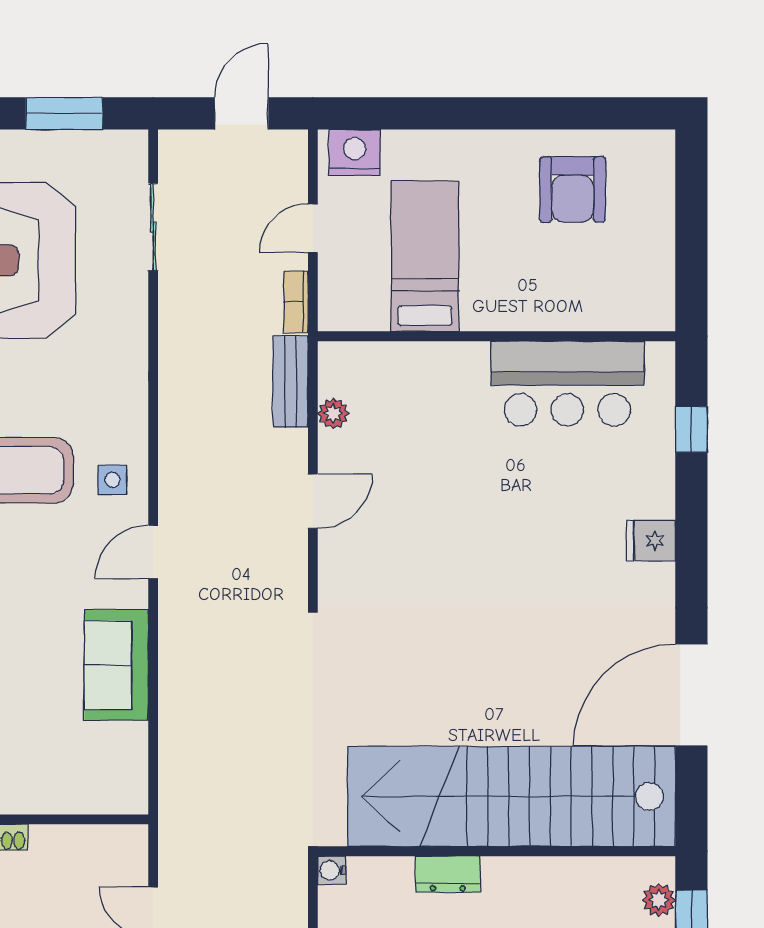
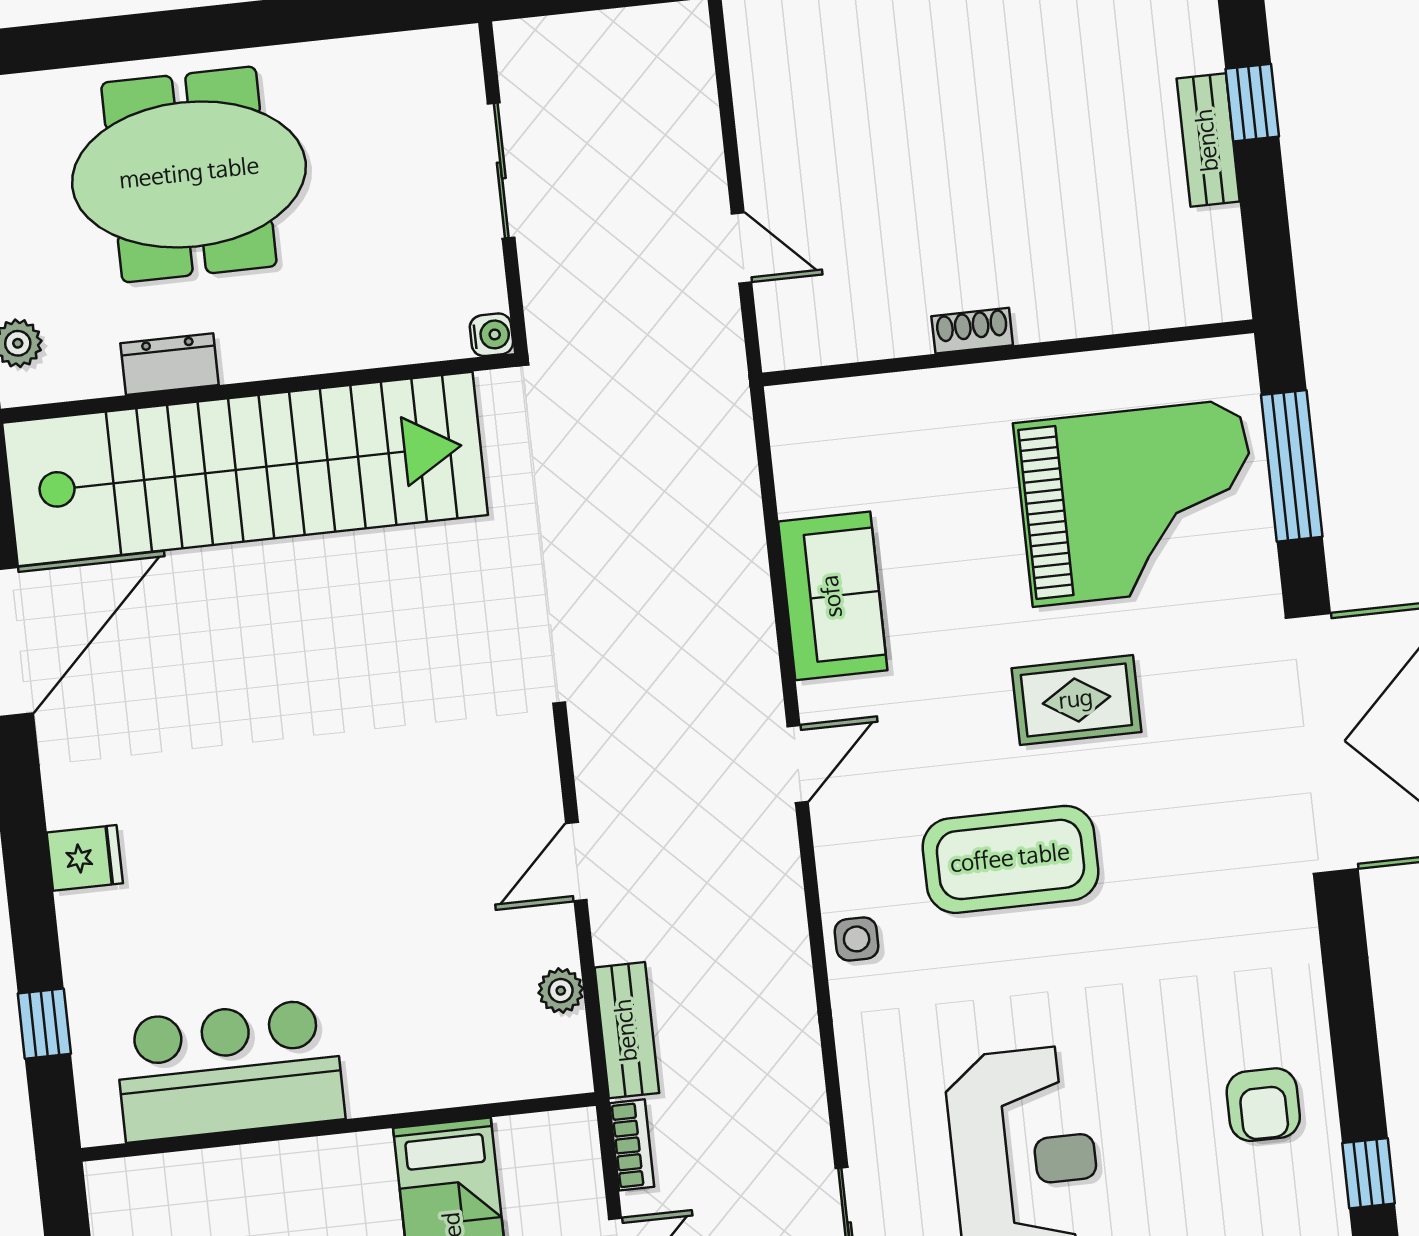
side table: (112, 480) -> (857, 939), moved
dresser: (448, 874) -> (170, 364), moved

